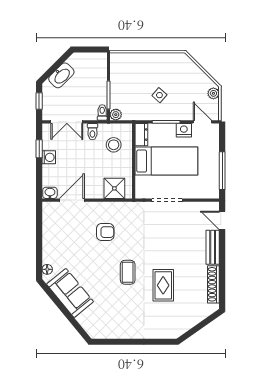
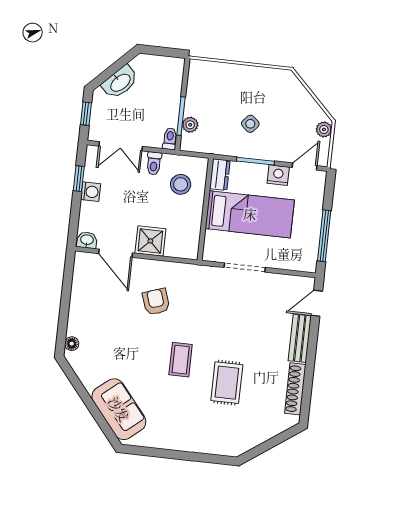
plant: (116, 115) -> (190, 125), moved
door: (202, 122) -> (305, 167), hinge flipped
shower: (114, 188) -> (150, 241), moved
door: (72, 200) -> (116, 253), swing flipped
door: (222, 220) -> (317, 303), hinge flipped
armchair: (105, 232) -> (156, 302), turned -109
sofa: (70, 293) -> (119, 409), moved

